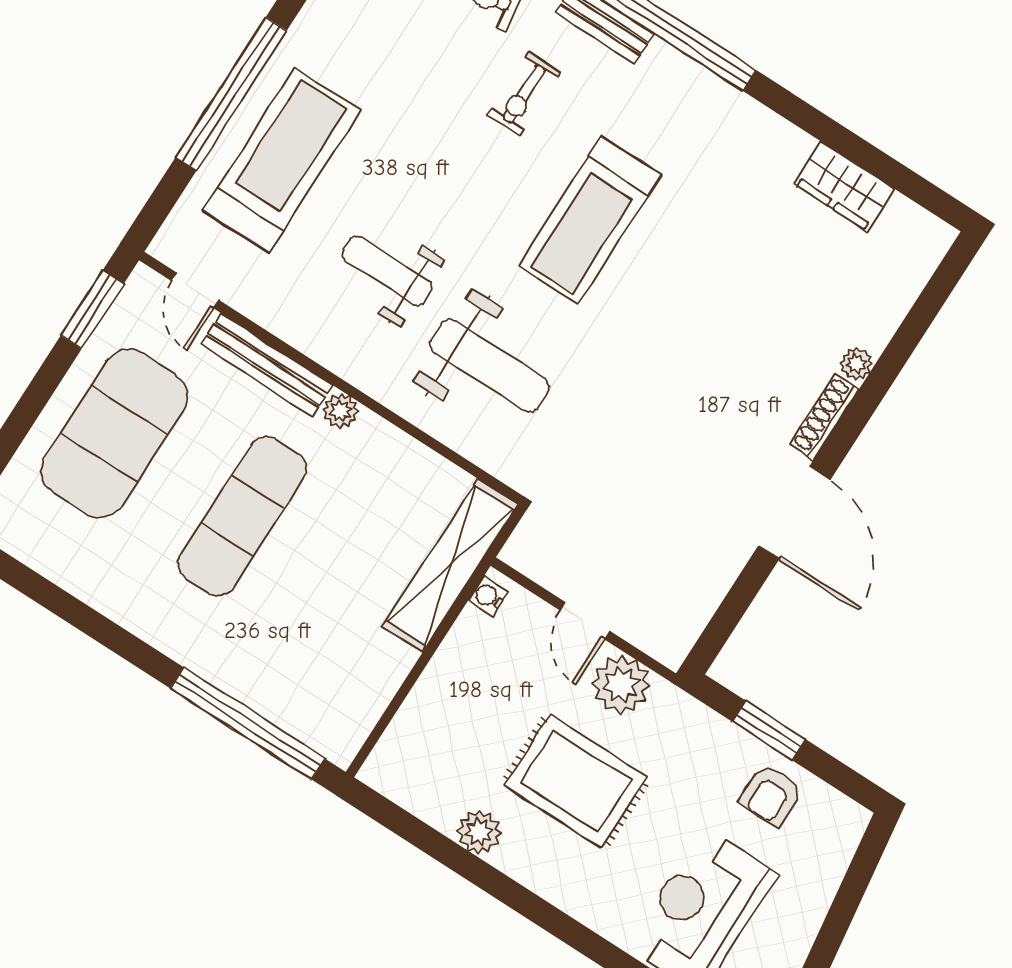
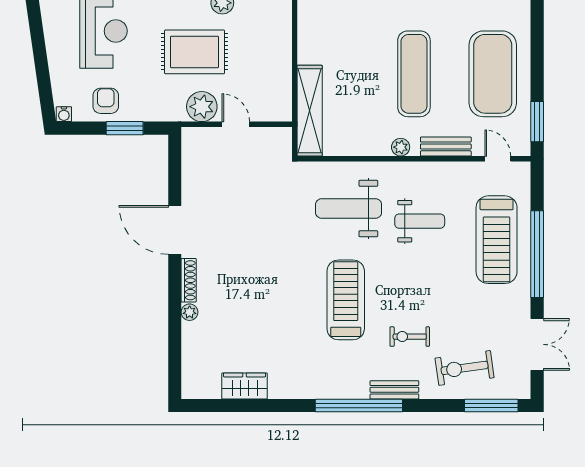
exercise bike: (524, 94) -> (410, 337), turned -90
bench: (267, 365) -> (446, 146), width x0.73
water cooler: (488, 596) -> (64, 114), moved, turned 90

